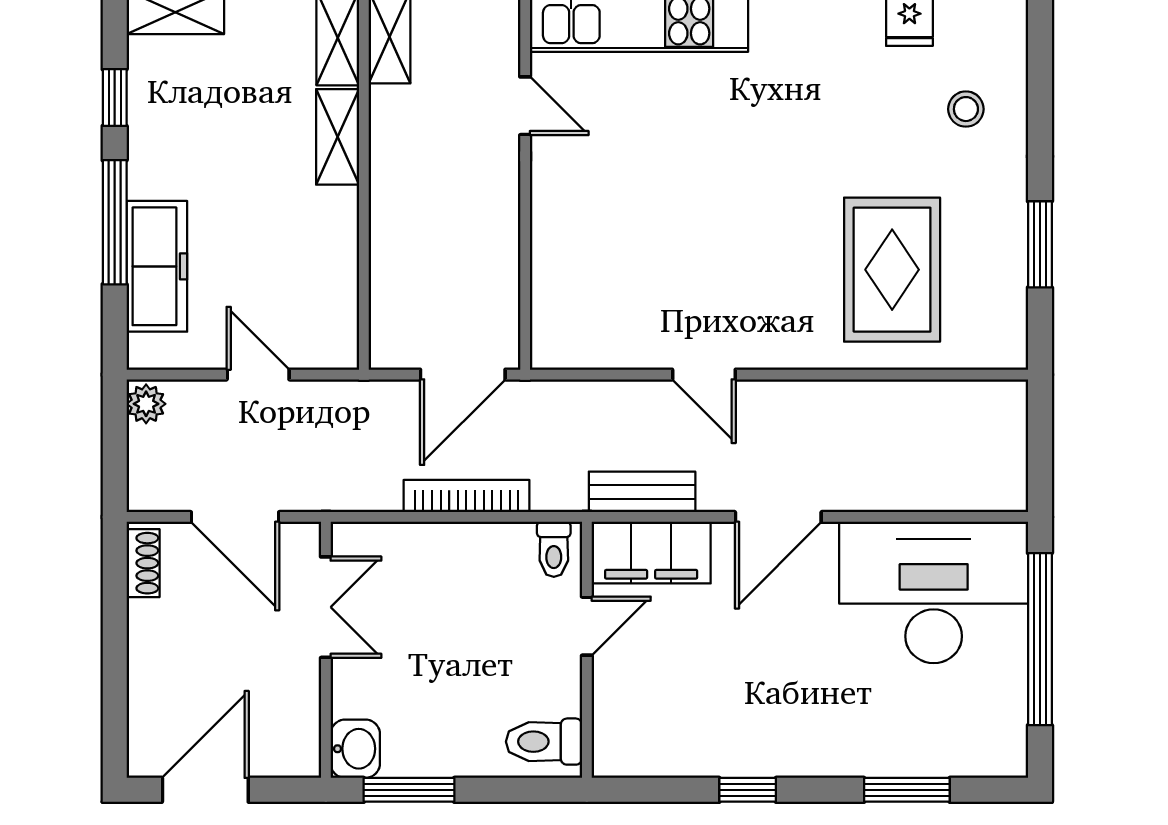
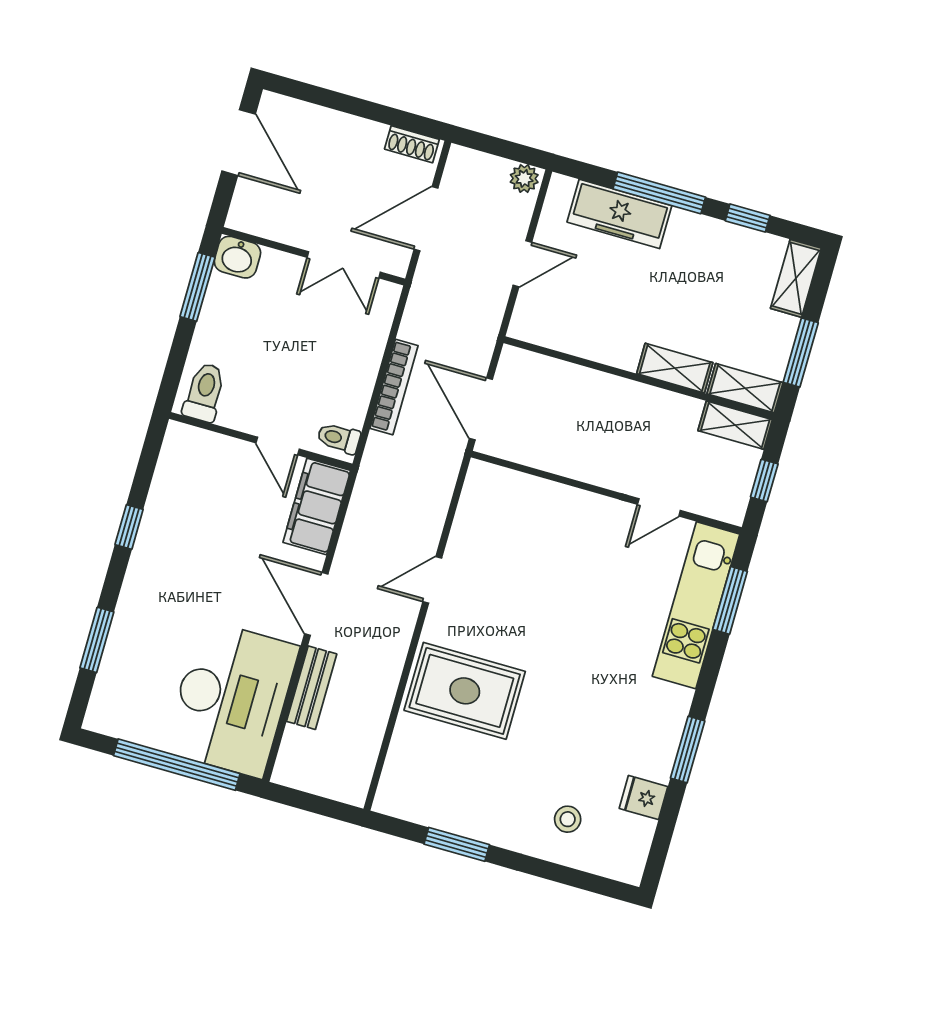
rug: (892, 270) -> (465, 691), moved
bench: (642, 492) -> (312, 688), moved

